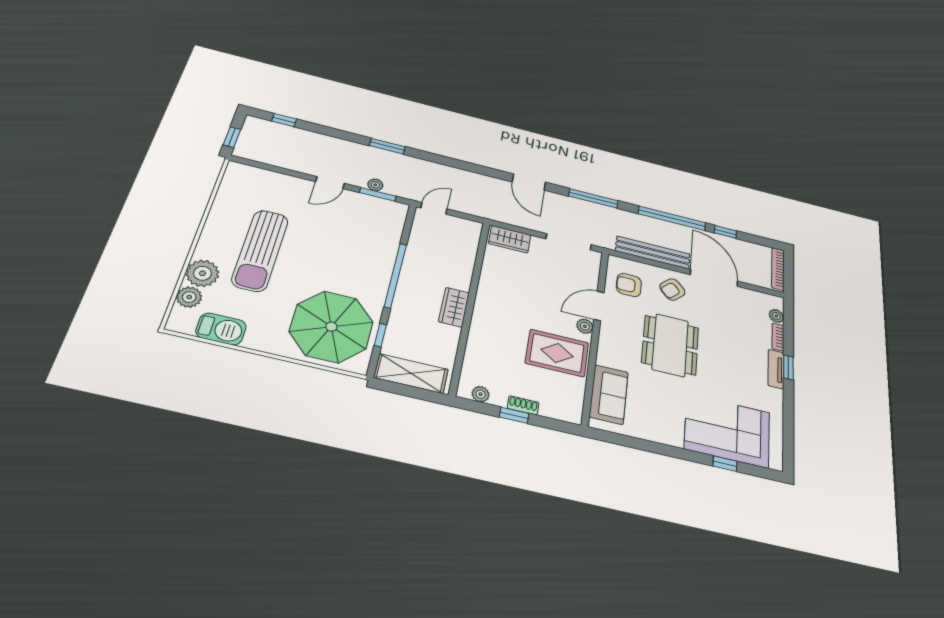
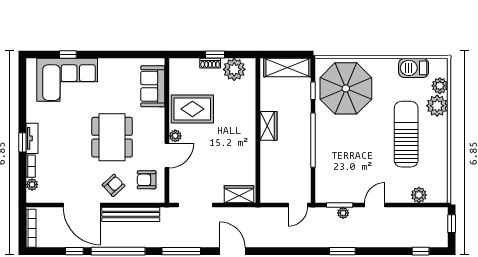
plant: (266, 178) -> (419, 195), added
armchair: (629, 285) -> (147, 180), turned 180
plant: (481, 394) -> (234, 69), width x1.87, depth x1.87

